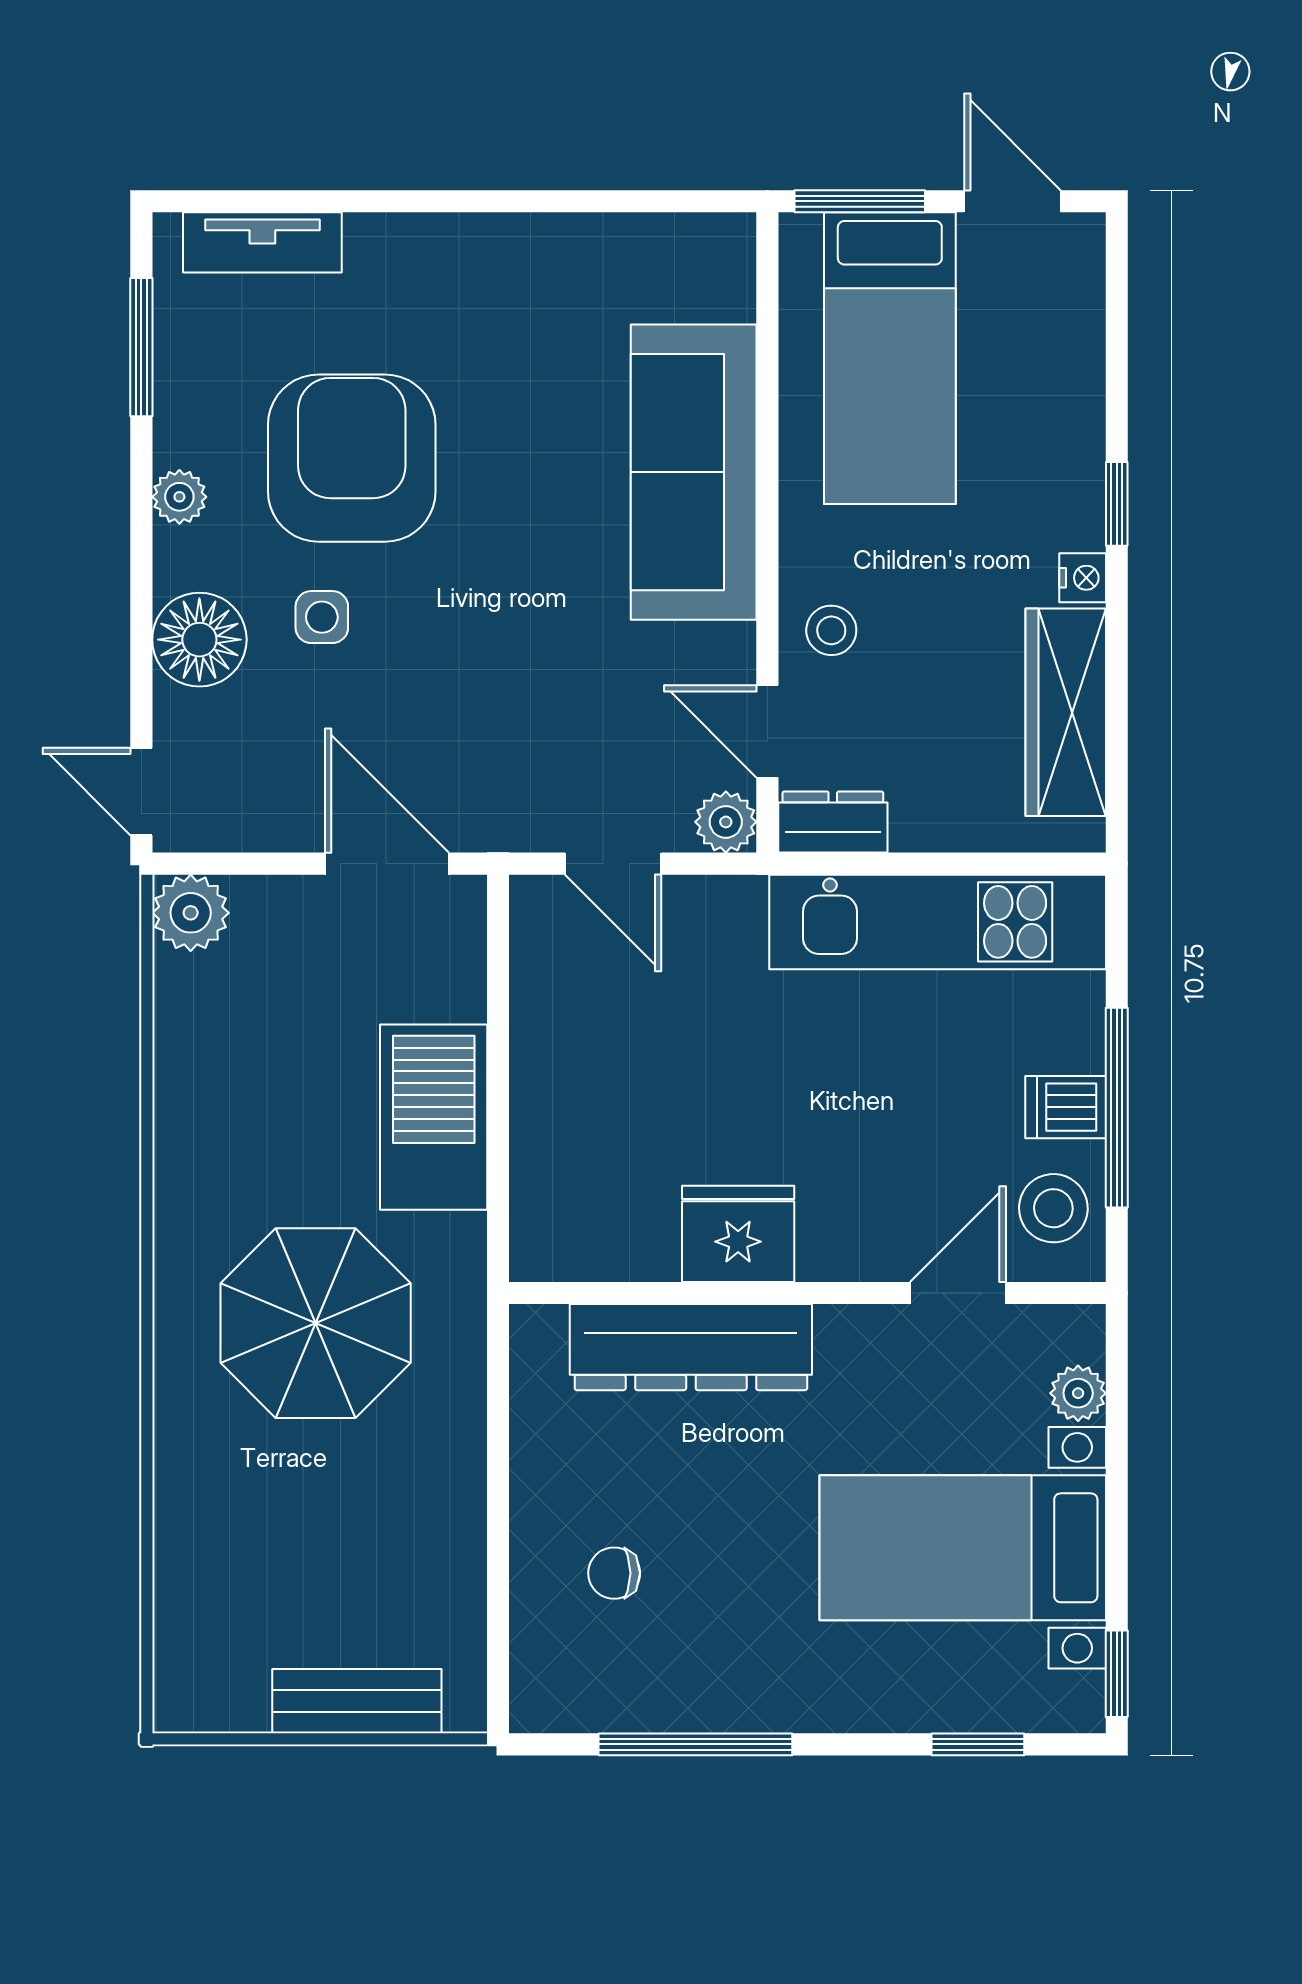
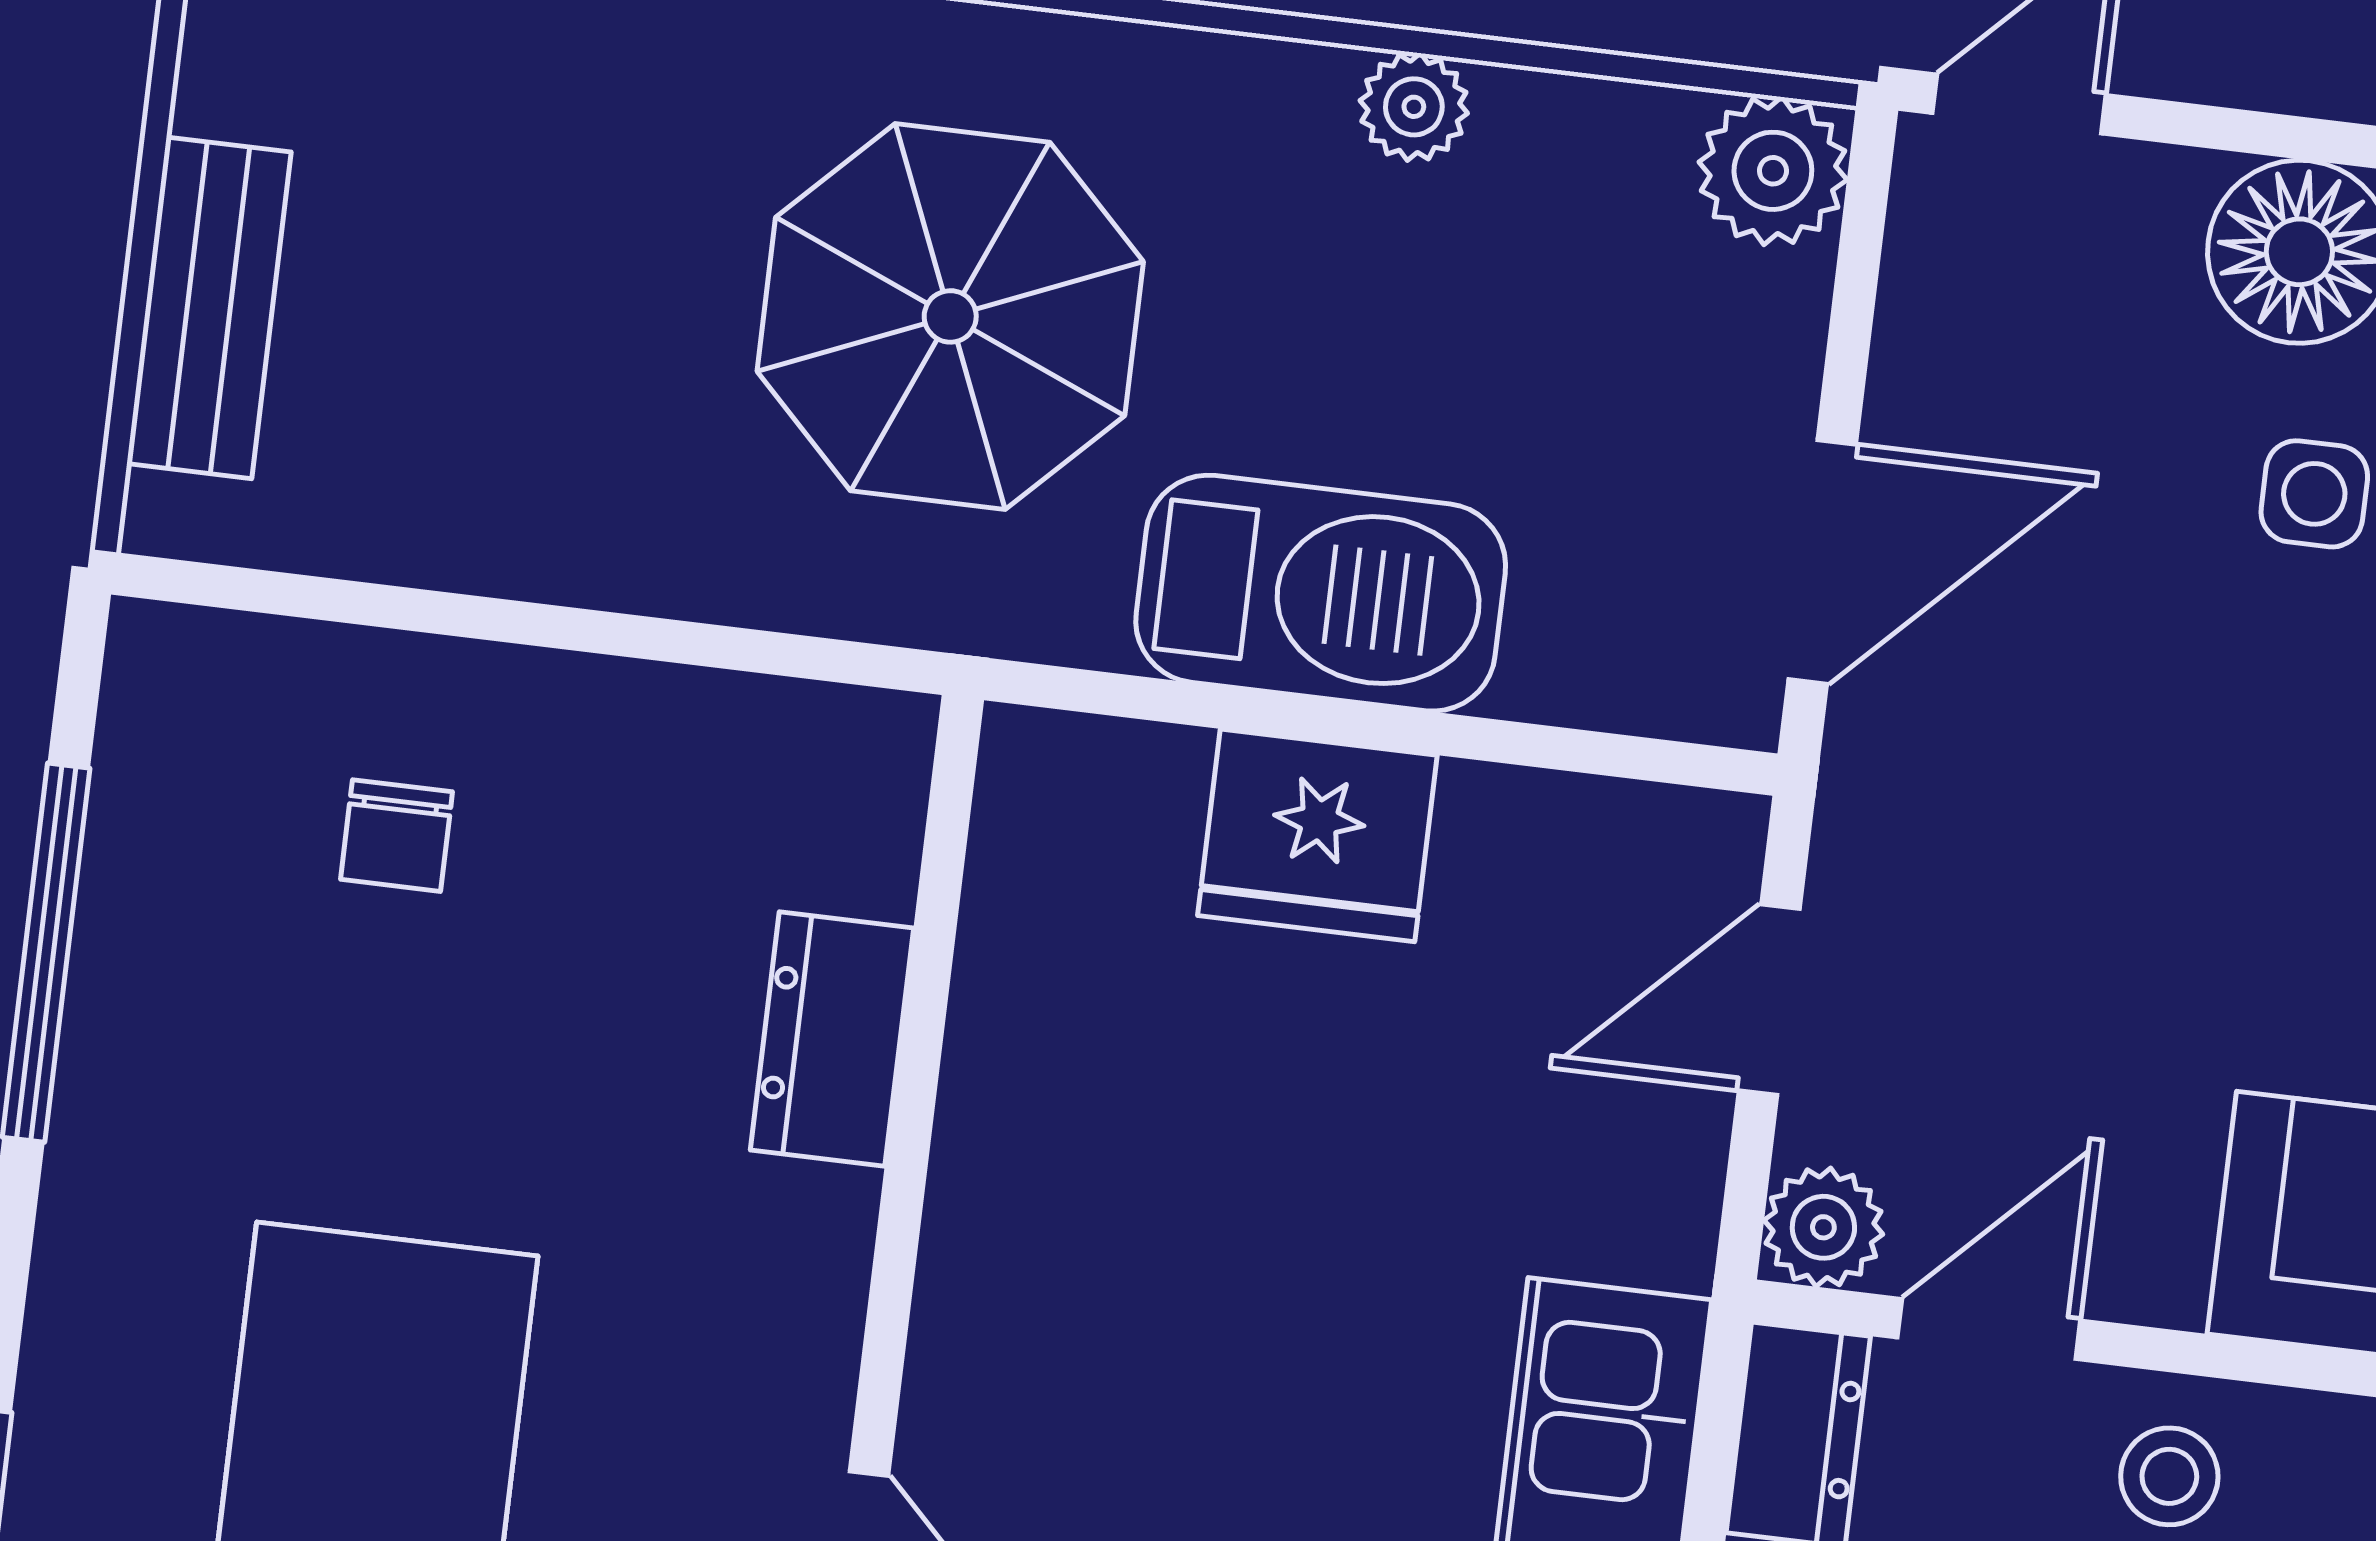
plant: (180, 1100) -> (1414, 107), added
fridge: (738, 1234) -> (1317, 835), moved, turned 90
dresser: (691, 1347) -> (832, 1039), width x0.51, depth x0.80
chair: (614, 1573) -> (396, 836), turned 180

